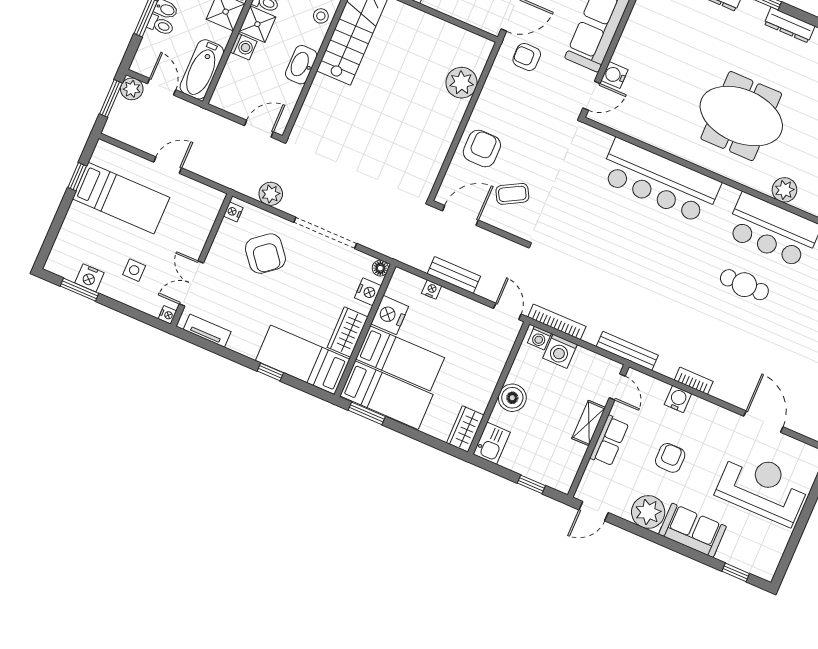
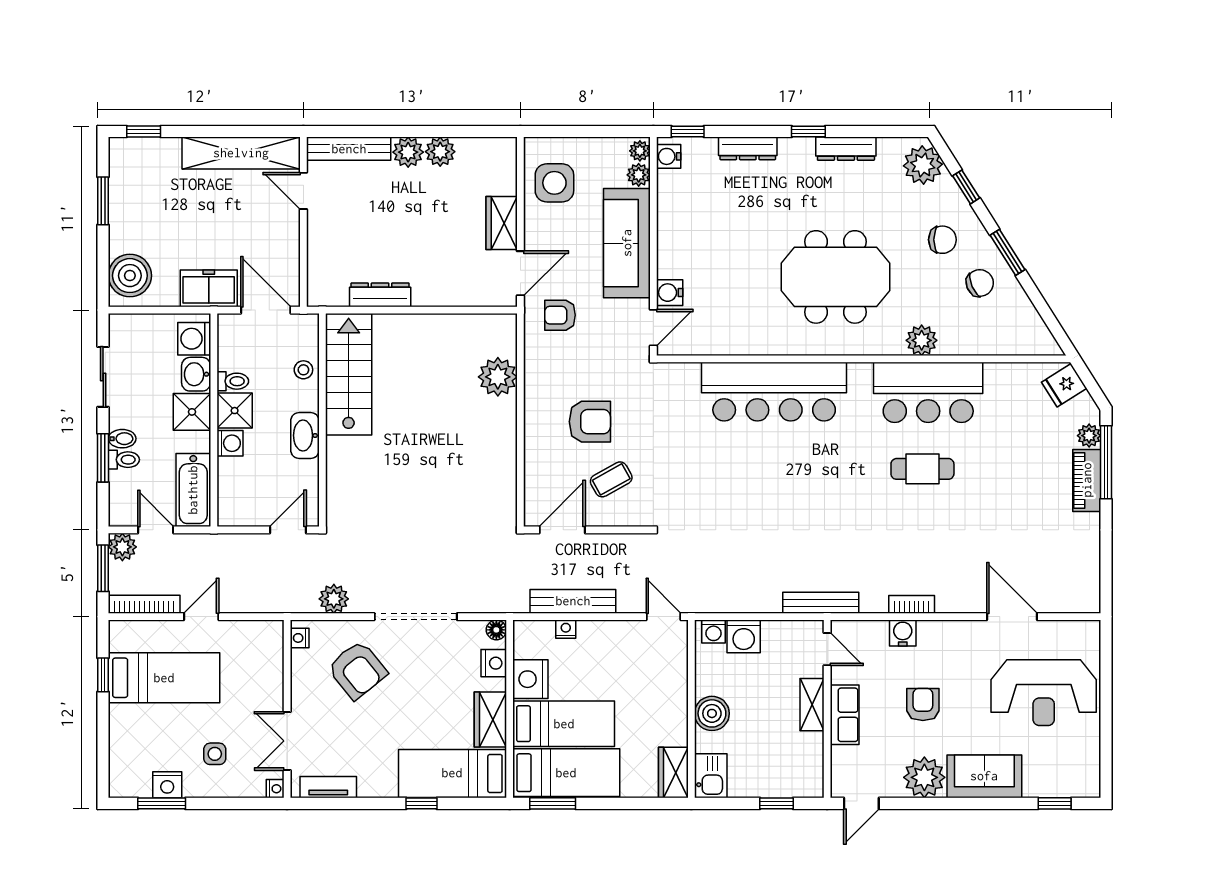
armchair: (482, 149) -> (590, 422), moved, turned 90
bench: (454, 275) -> (573, 601), width x1.36
bookcase: (557, 322) -> (144, 604), moved
reception desk: (763, 487) -> (1044, 693), turned 180

